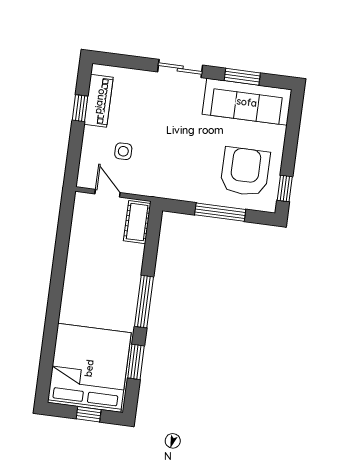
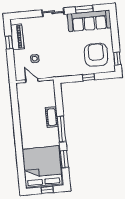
window: (220, 212) -> (88, 77), width x0.46
cot: (137, 222) -> (52, 117), moved

